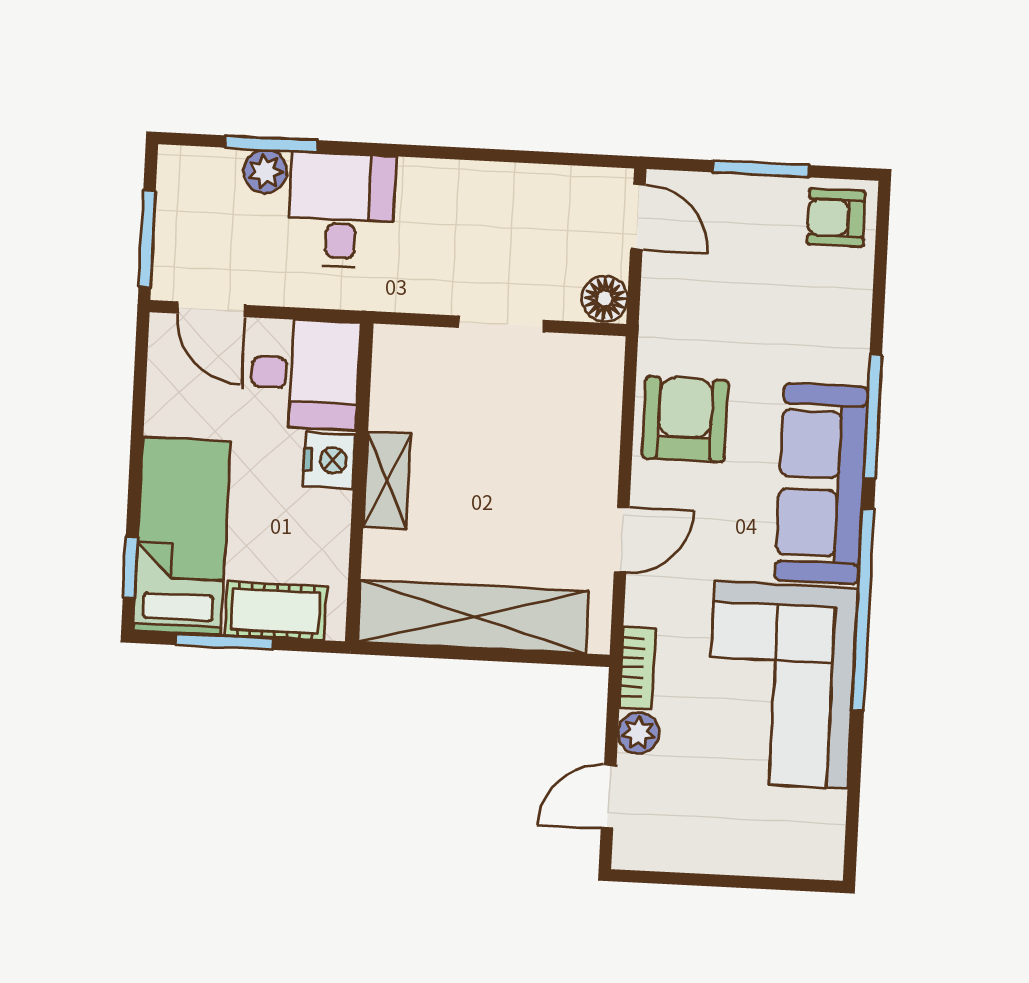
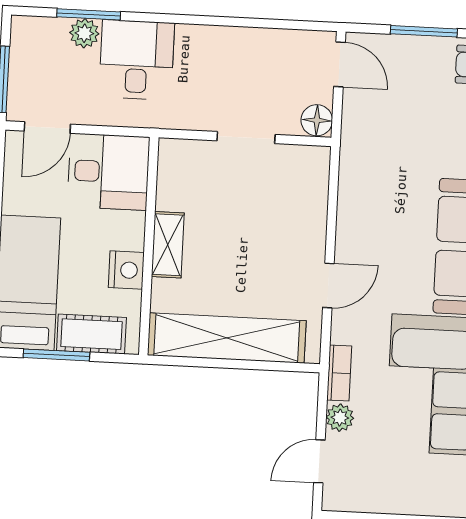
door: (211, 309) -> (47, 128), hinge flipped
armchair: (685, 419) -> (372, 203), removed
nightstand: (329, 460) -> (126, 270), moved

